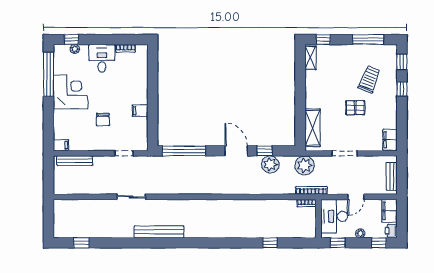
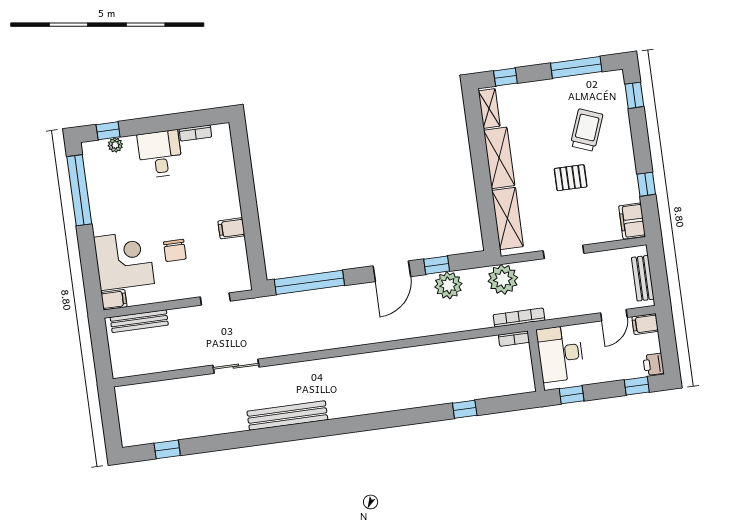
shelving: (313, 89) -> (499, 158), added
window: (402, 89) -> (646, 184), moved
corner desk: (70, 92) -> (124, 260), moved
door: (236, 151) -> (392, 271), swing flipped
door: (356, 197) -> (614, 315), moved
filing cabinet: (389, 211) -> (645, 324), width x0.50
plant: (360, 233) -> (605, 375), removed

